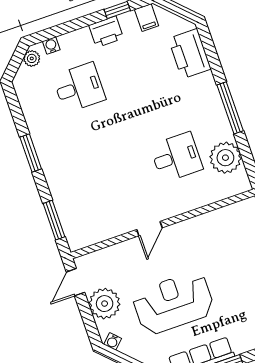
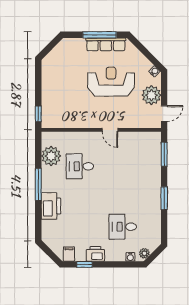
printer: (190, 54) -> (51, 206), moved
door: (149, 229) -> (110, 130), swing flipped
reception desk: (173, 303) -> (111, 82), turned 180

